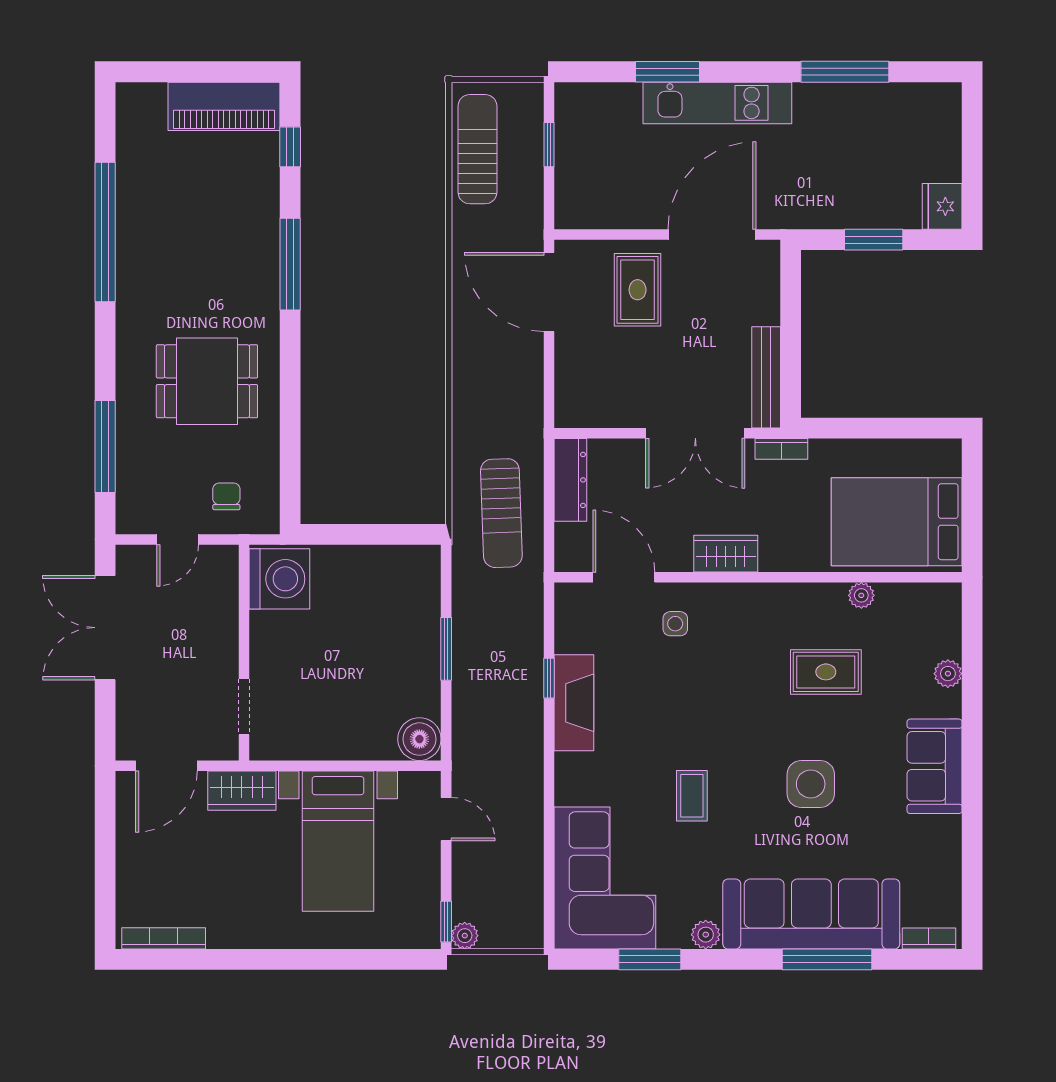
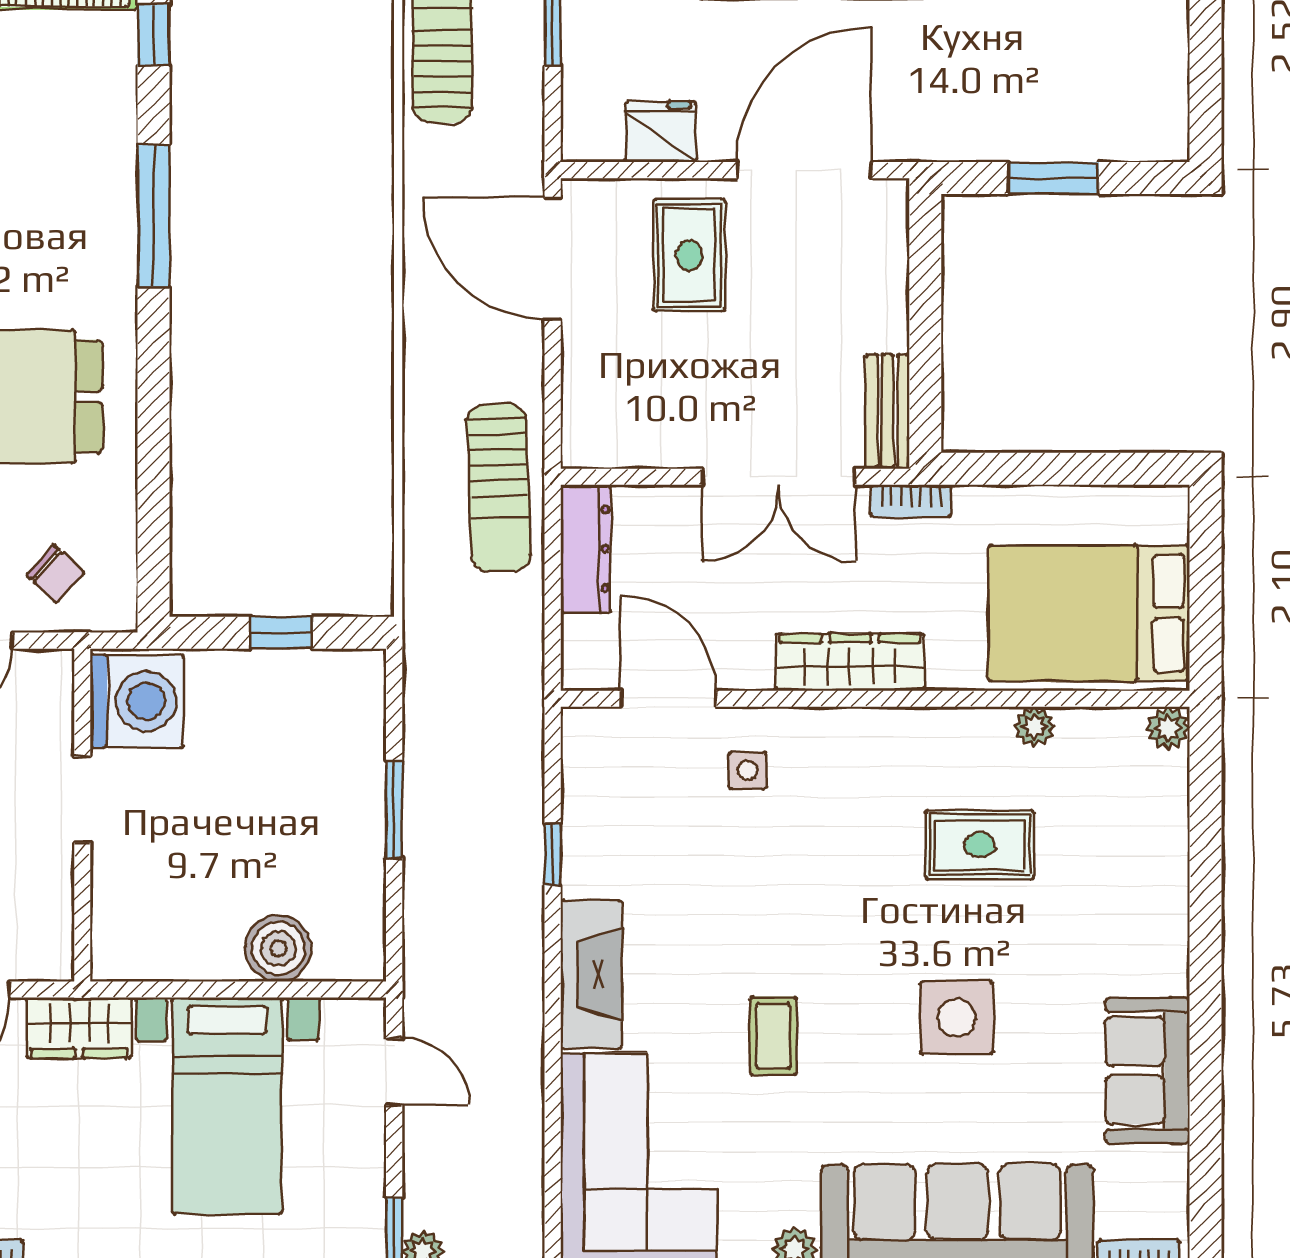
fridge: (942, 206) -> (661, 132), moved, turned 90
bench: (766, 377) -> (888, 411), width x0.73
chair: (226, 496) -> (55, 574), turned 133
sun lounger: (501, 513) -> (499, 488), moved
window: (373, 534) -> (281, 633), added
wardrobe: (726, 554) -> (850, 662), width x1.50
plant: (948, 674) -> (1168, 728), moved
fireplace: (574, 703) -> (591, 974), moved
doorway: (244, 707) -> (82, 800), moved
boiler: (419, 739) -> (278, 948), moved
sofa: (935, 766) -> (1147, 1070), moved

